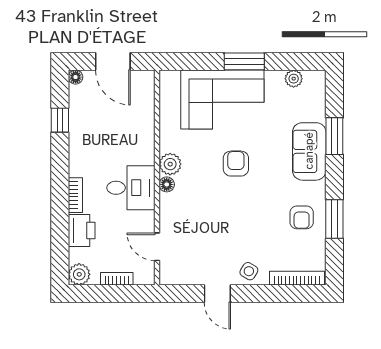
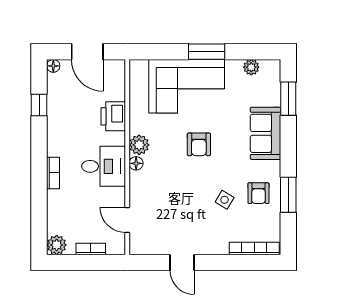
window: (334, 136) -> (288, 99), moved
armchair: (236, 164) -> (199, 144), turned 180
printer: (82, 230) -> (113, 116), moved, turned 180
side table: (249, 271) -> (225, 200), moved

